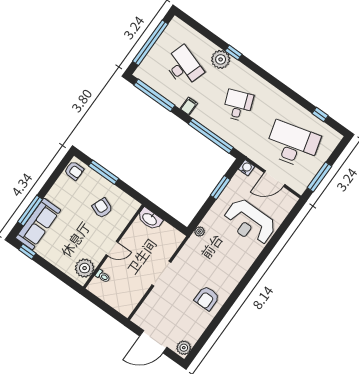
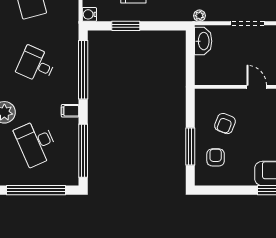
desk: (183, 66) -> (36, 143), turned -42
desk: (238, 105) -> (36, 65), turned 45
armchair: (74, 171) -> (216, 157), moved
washbasin: (150, 219) -> (203, 41), moved
plant: (200, 232) -> (199, 16), moved

